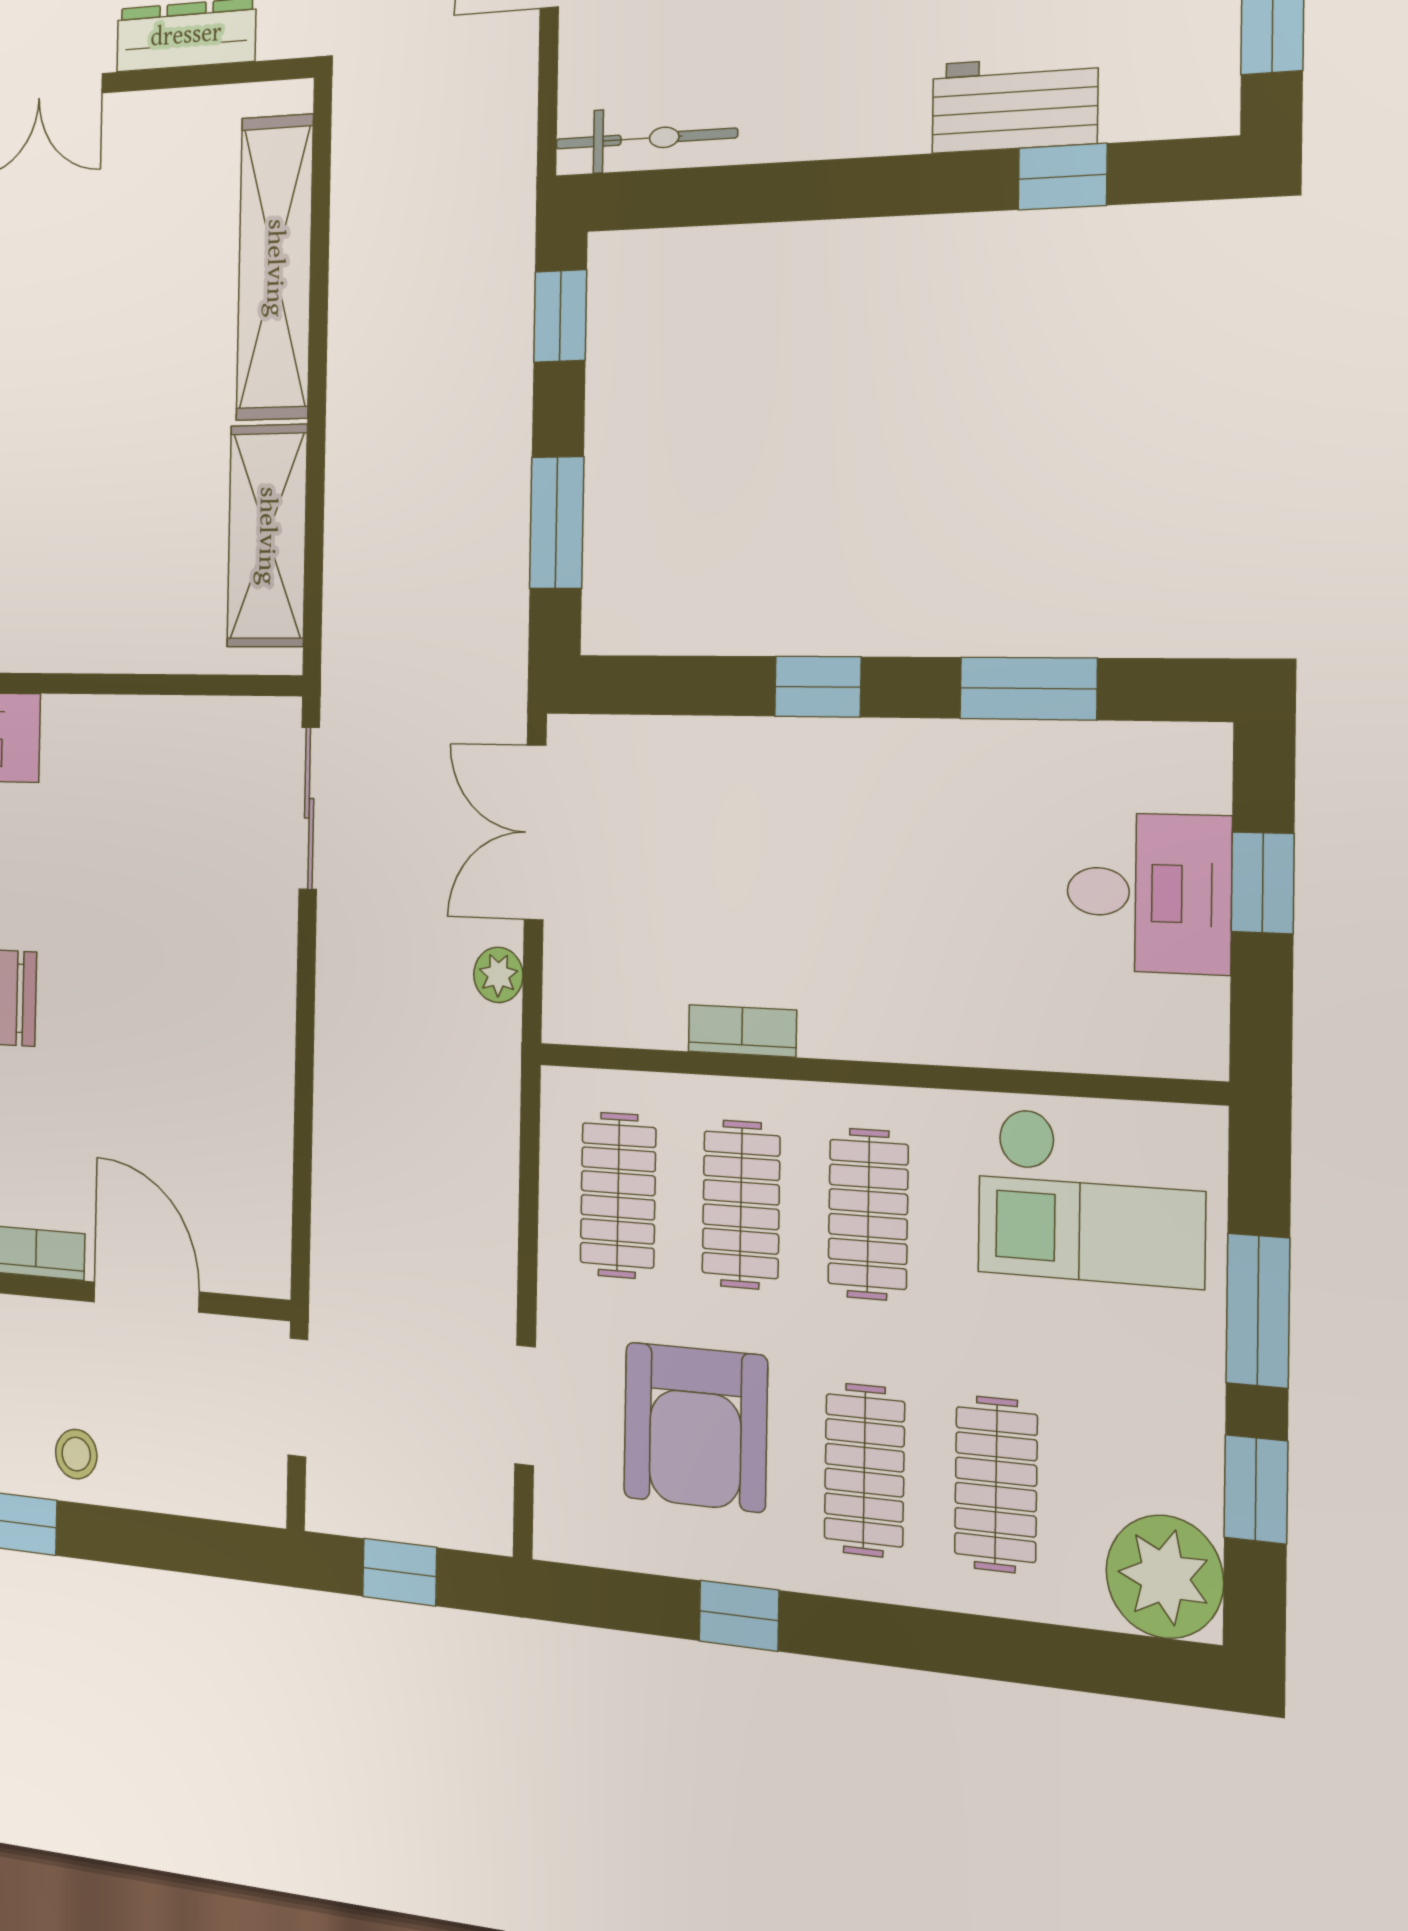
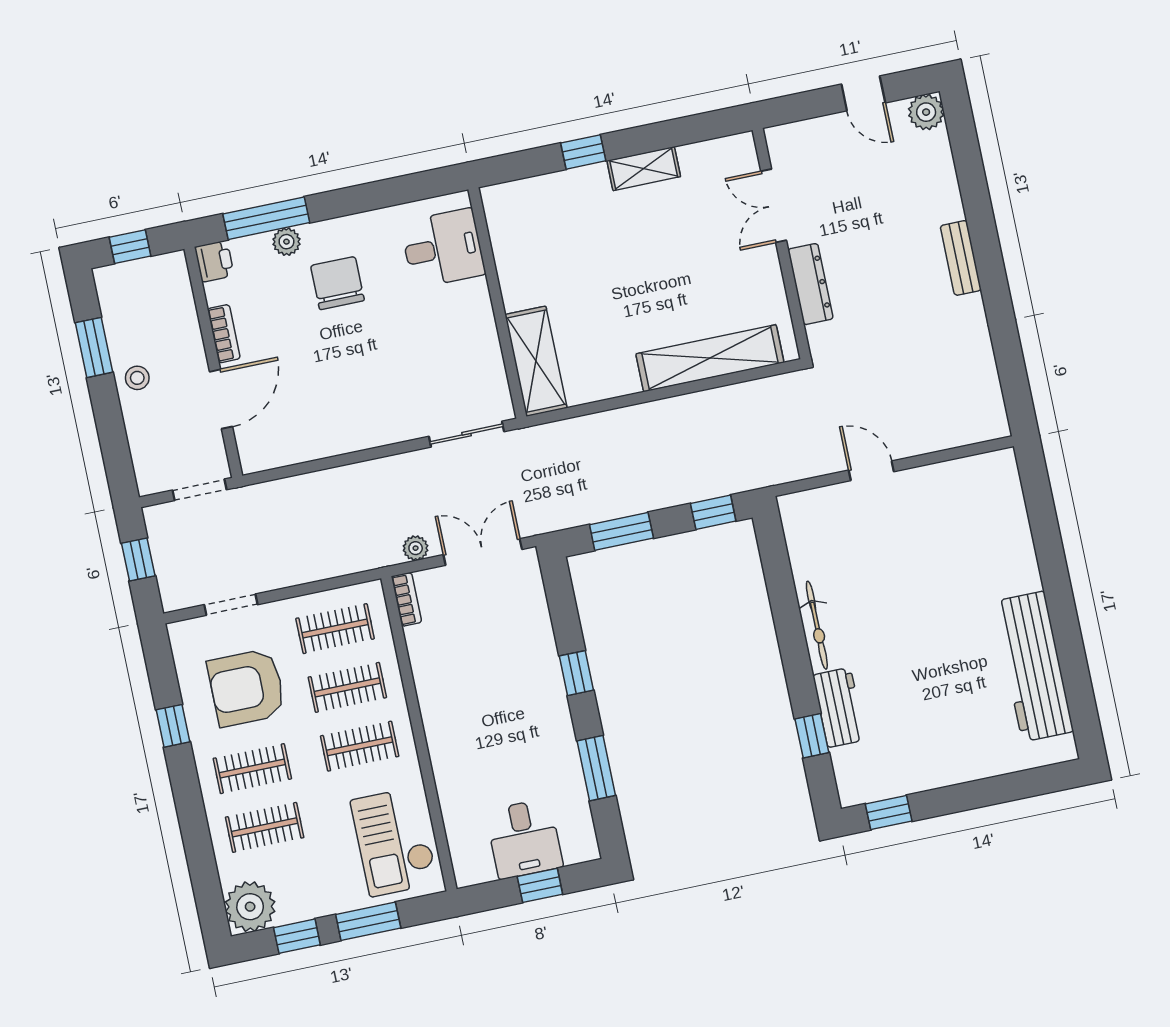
bicycle: (646, 139) -> (817, 625), moved
shelving: (267, 536) -> (536, 361), moved, turned 90
bookcase: (742, 1031) -> (406, 599), moved

